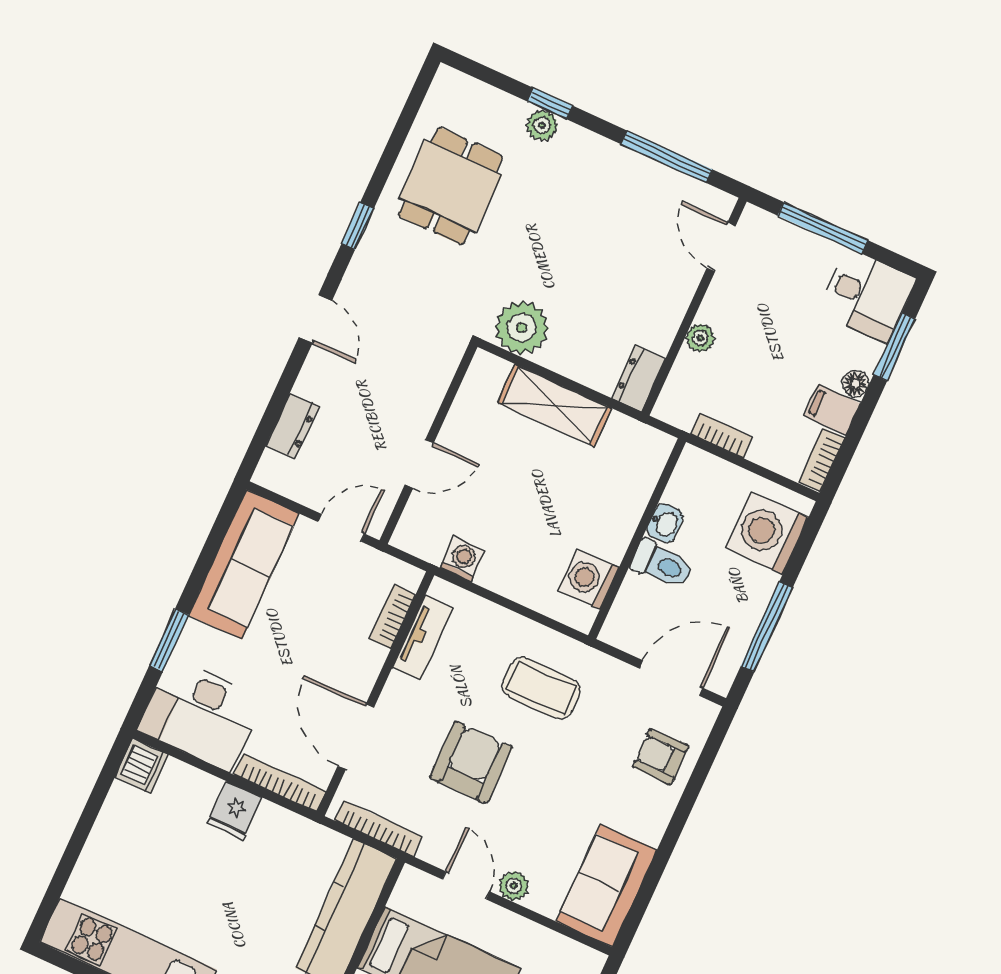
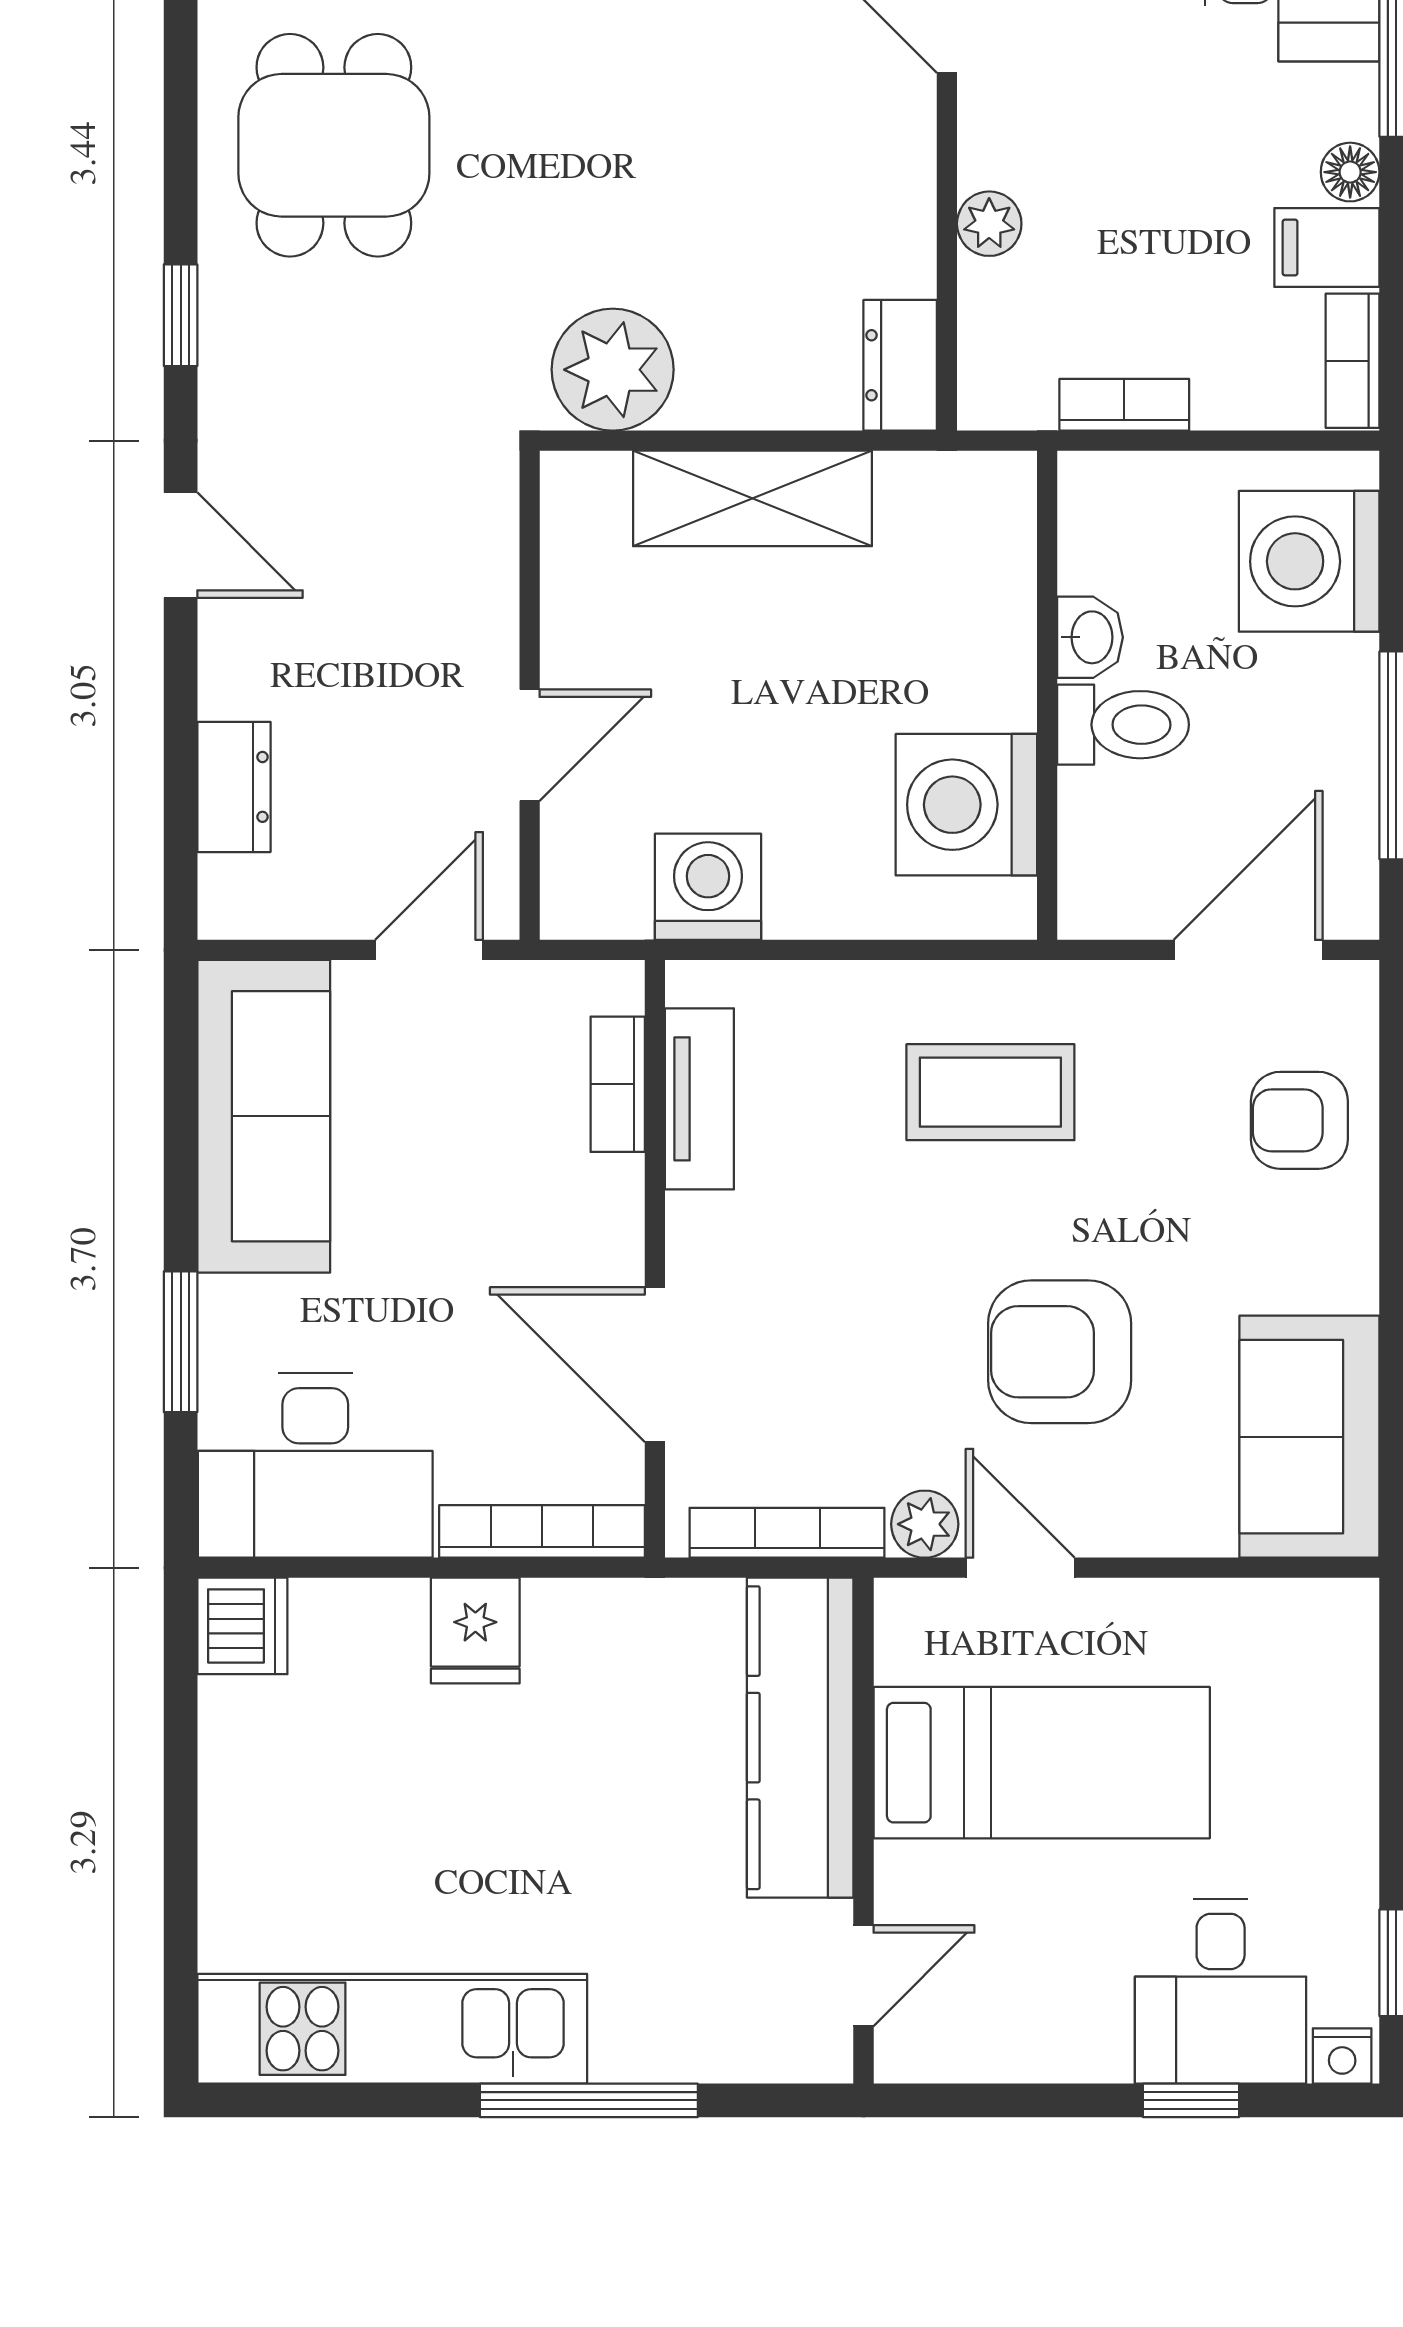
washing machine: (462, 559) -> (708, 887), width x1.38, depth x1.38
washing machine: (589, 579) -> (966, 805), width x1.37, depth x1.37
armchair: (471, 762) -> (1060, 1352), moved, turned -90
plant: (514, 886) -> (925, 1524), moved

